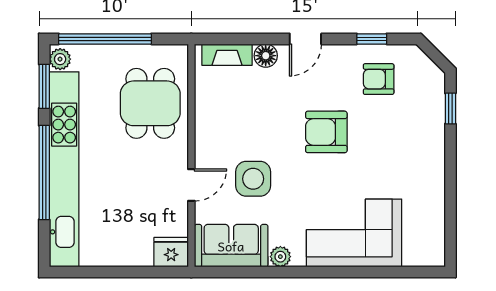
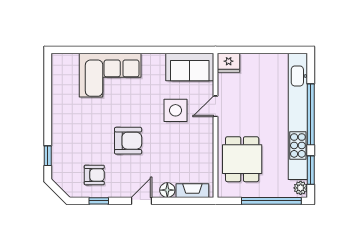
plant: (280, 257) -> (158, 60), removed

